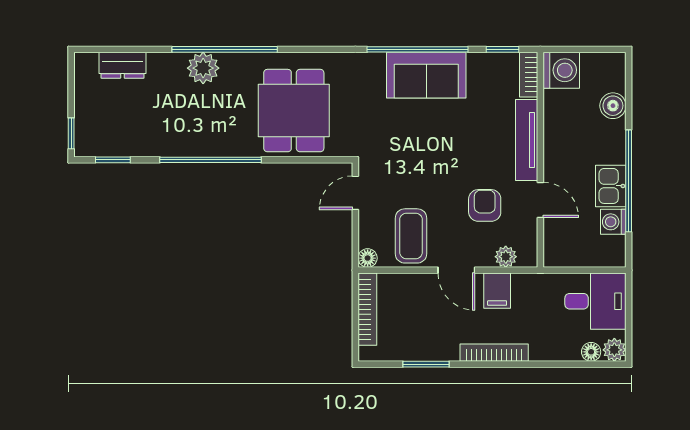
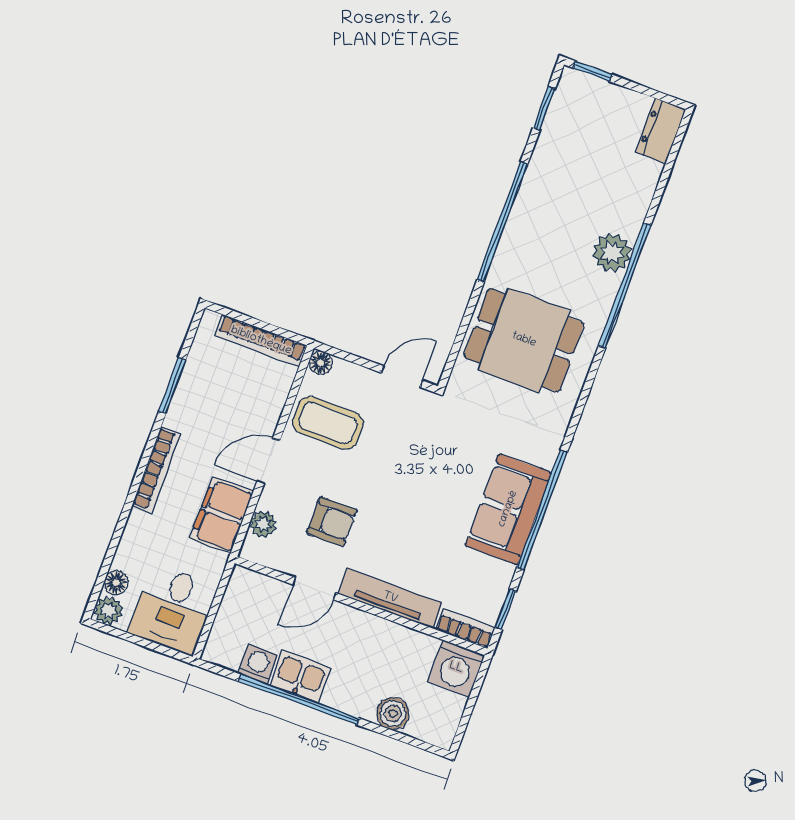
dresser: (122, 65) -> (661, 131), moved
door: (355, 193) -> (402, 377), hinge flipped
filing cabinet: (497, 291) -> (222, 515), width x2.00

